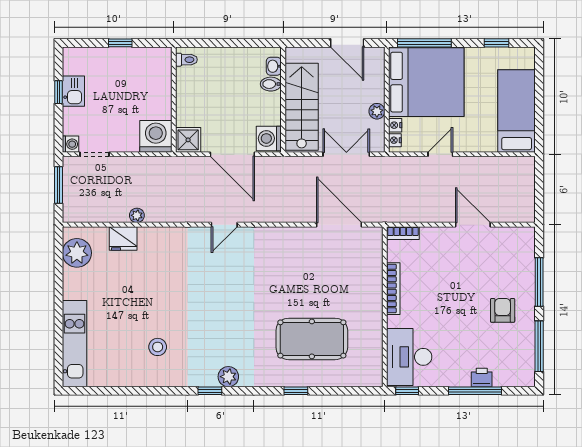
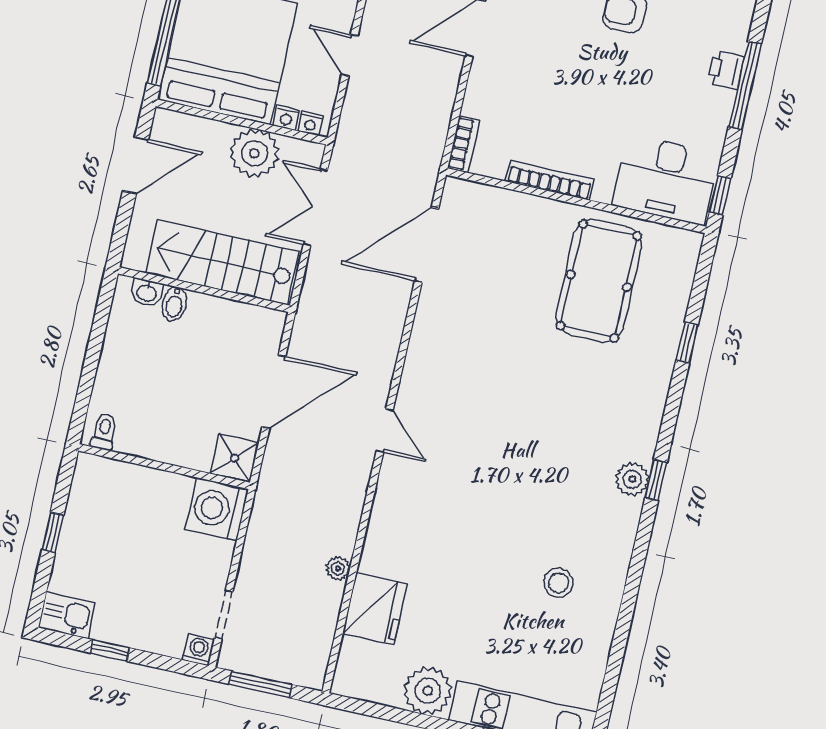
kitchen sink: (73, 91) -> (67, 615), moved
plant: (377, 111) -> (254, 153), width x1.87, depth x1.87
washing machine: (269, 138) -> (262, 327), removed
fridge: (123, 238) -> (375, 609), width x1.36, depth x1.34
plant: (77, 253) -> (428, 691), moved
pool table: (312, 339) -> (599, 281), moved
window: (210, 391) -> (656, 480), moved
window: (296, 391) -> (687, 343), moved

